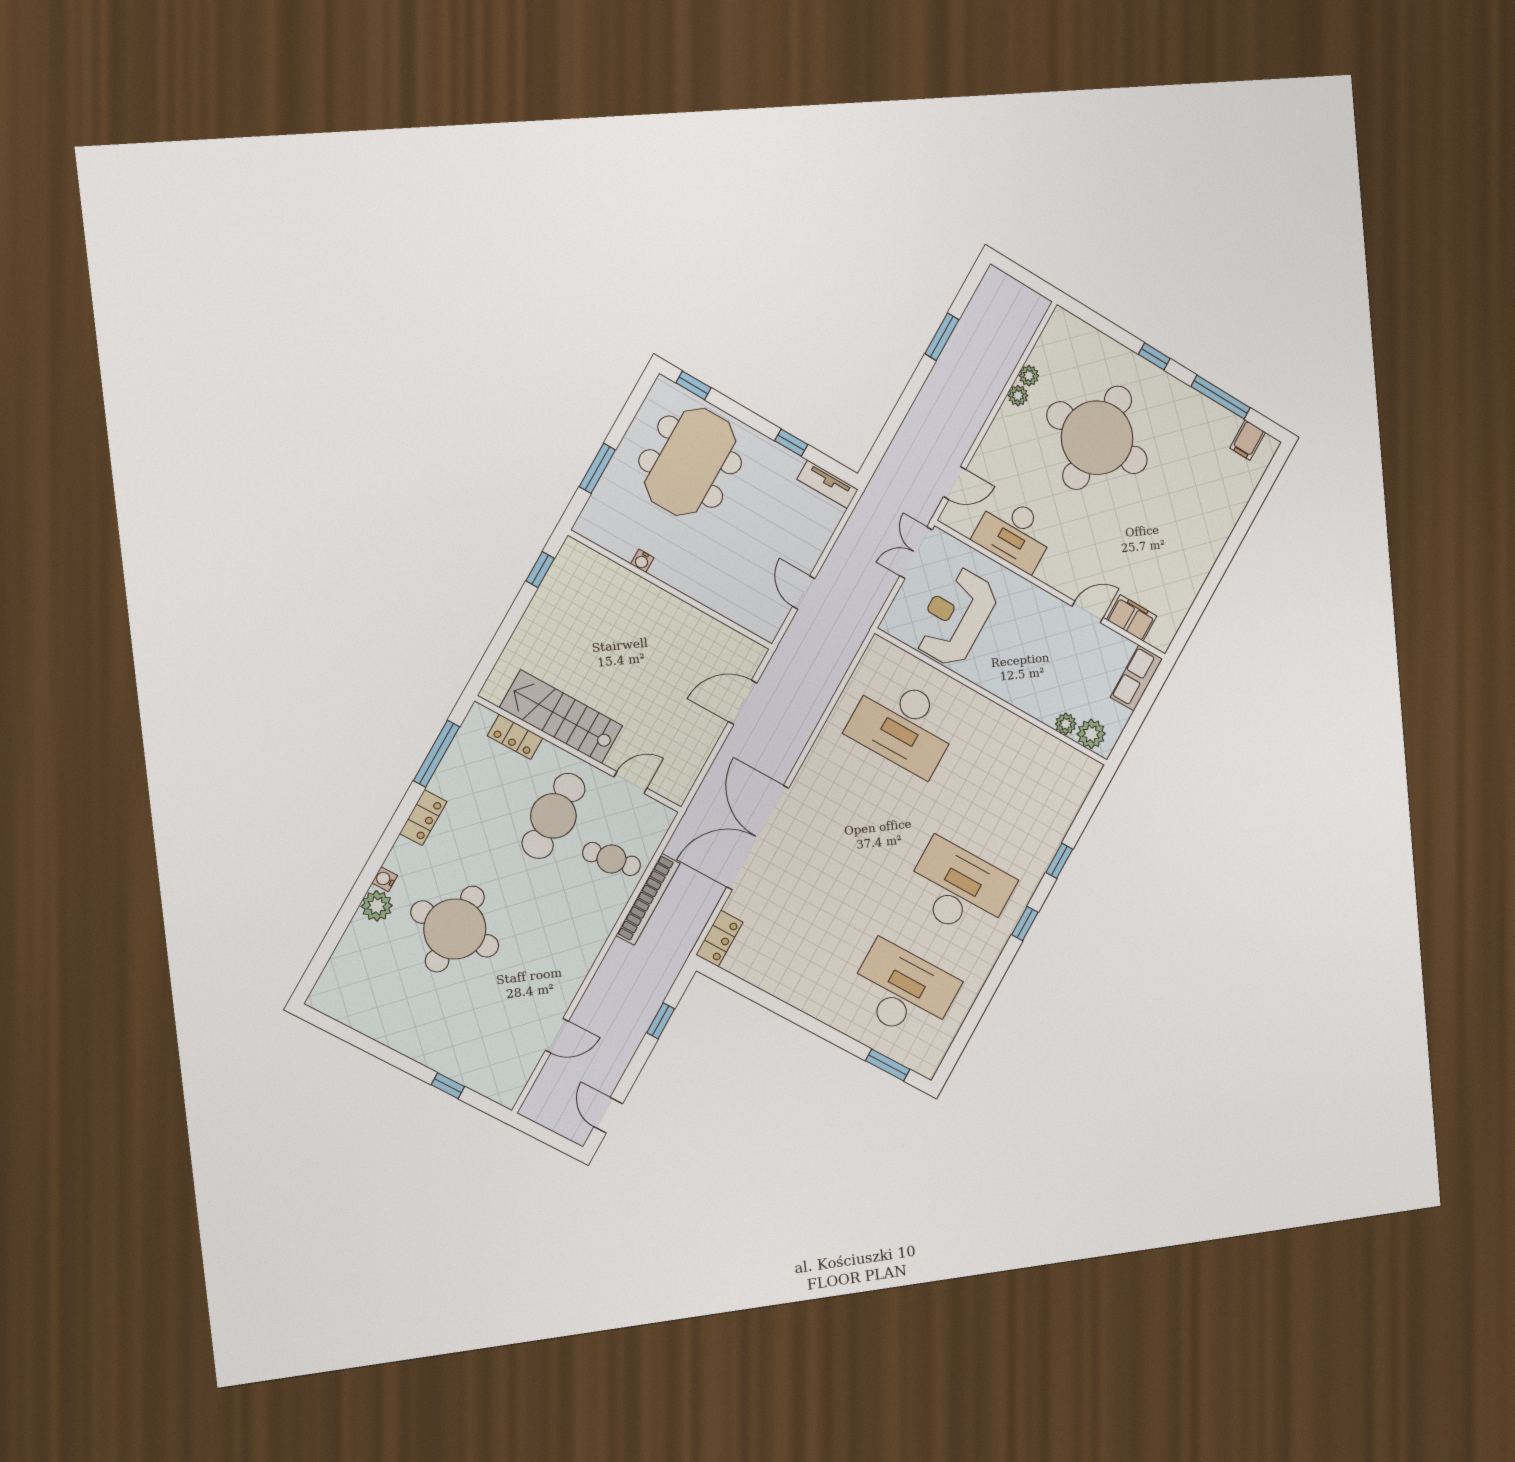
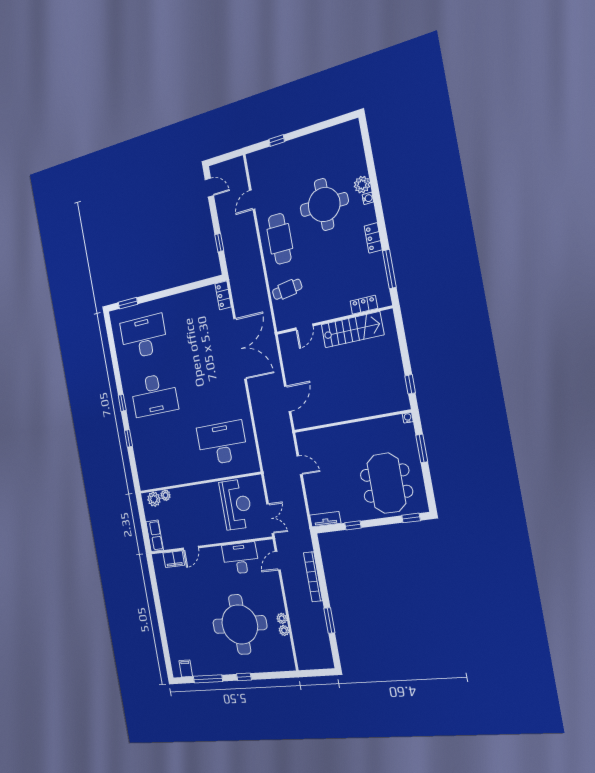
water cooler: (642, 561) -> (408, 418), moved
cafe table: (553, 816) -> (280, 239), moved
bookcase: (648, 899) -> (313, 577), moved
desk: (903, 991) -> (144, 337), turned 180

